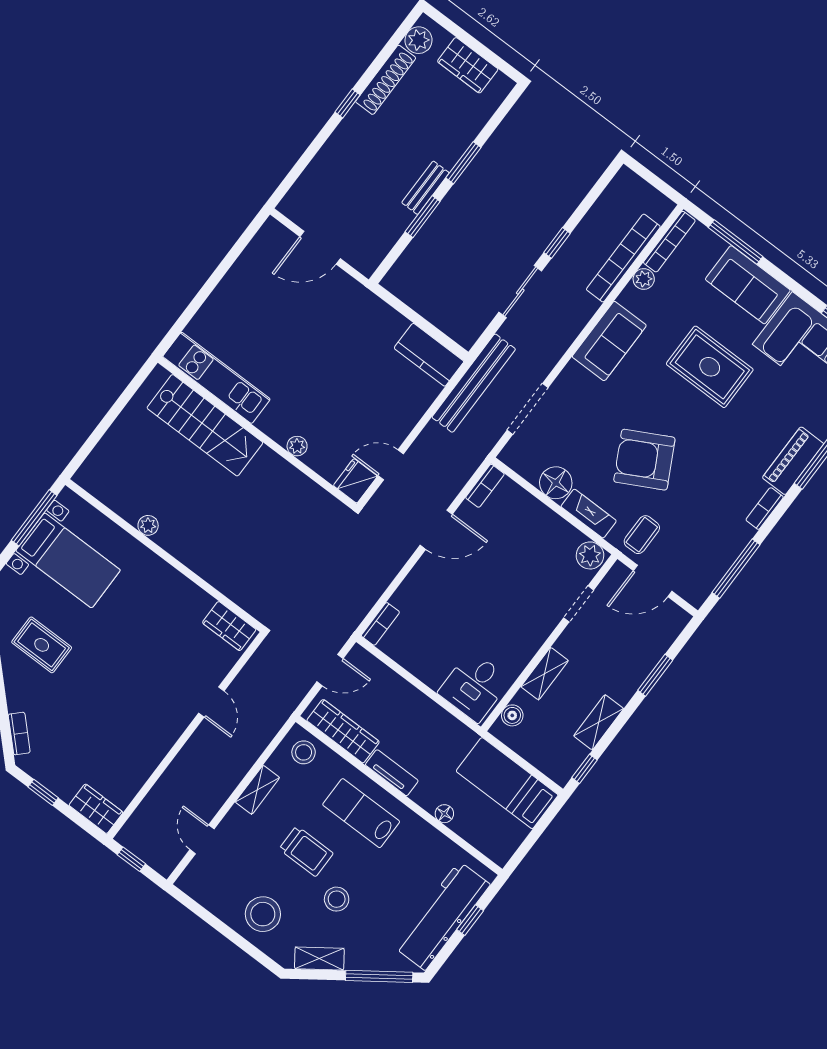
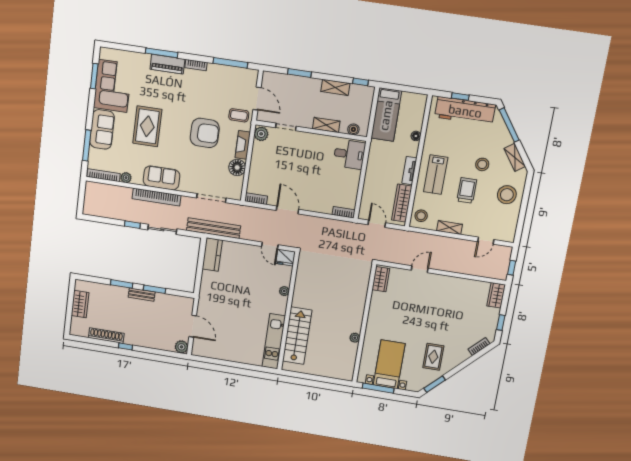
plant: (419, 40) -> (181, 347), moved
bookcase: (623, 258) -> (156, 197), moved
armchair: (644, 460) -> (205, 133), turned -62

